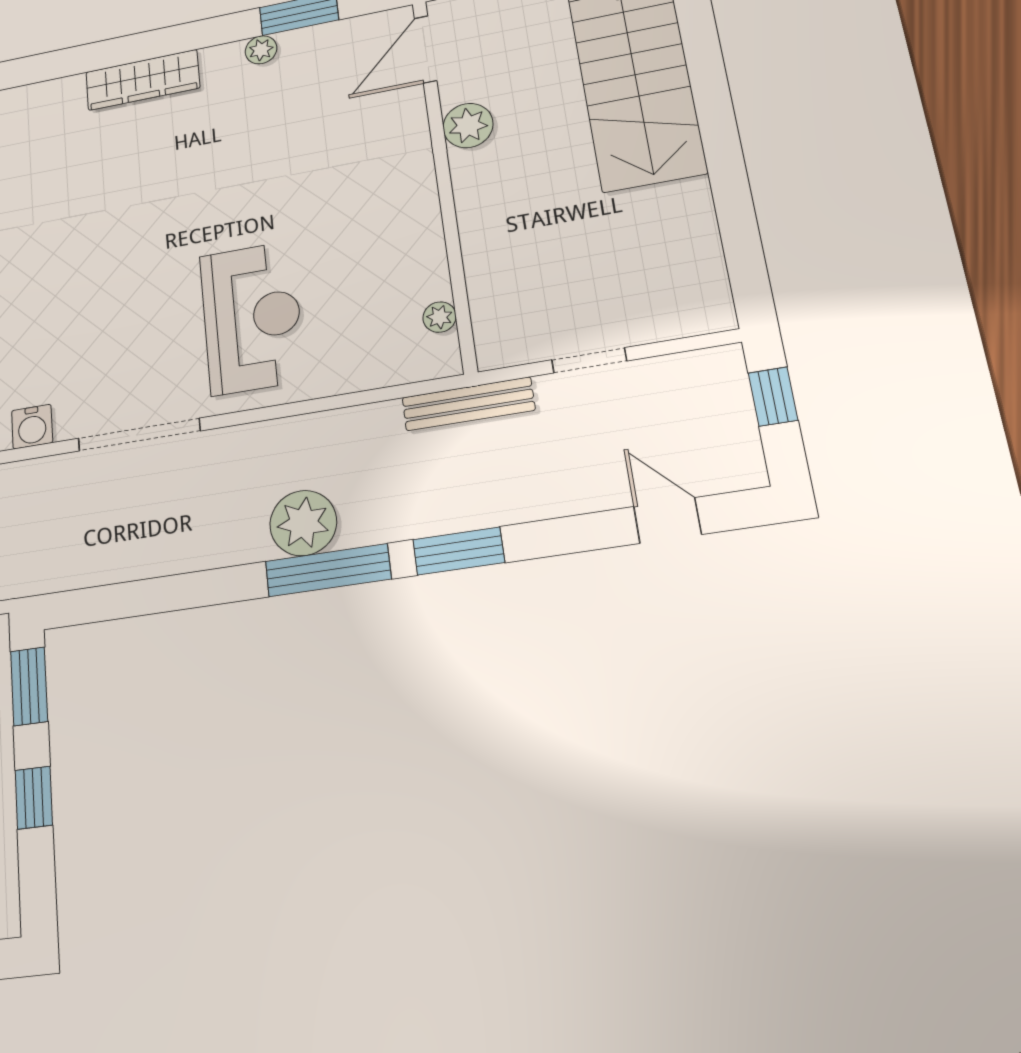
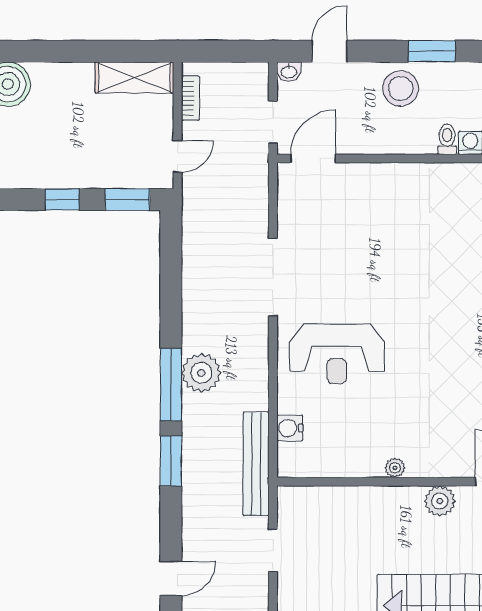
plant: (439, 317) -> (395, 468), moved
bench: (468, 404) -> (256, 464), width x1.37, depth x1.21
water cooler: (32, 427) -> (290, 428), moved

